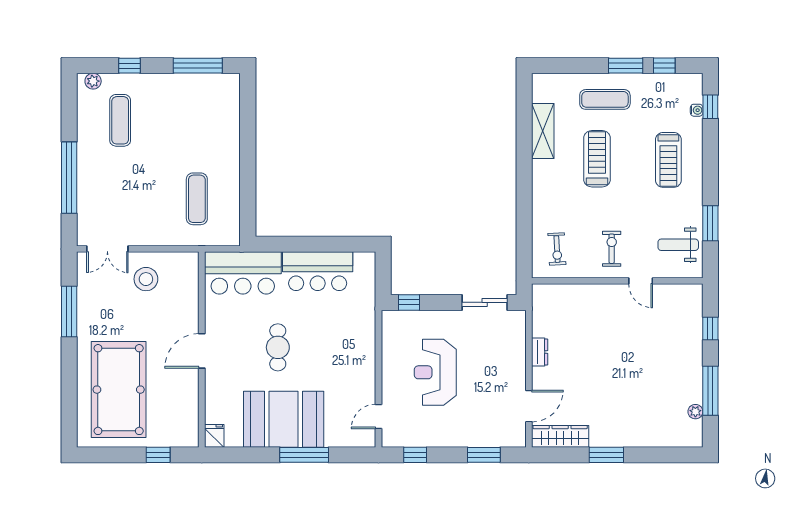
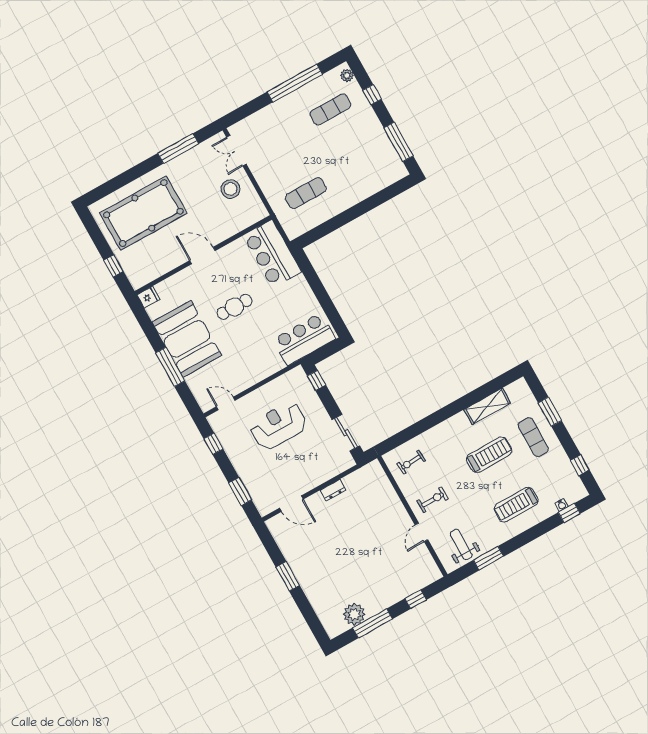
window: (626, 66) -> (550, 412), moved
window: (69, 178) -> (295, 83), moved
bar counter: (318, 271) -> (304, 339), moved, turned 90
plant: (695, 412) -> (354, 614), width x1.88, depth x1.88
wardrobe: (560, 436) -> (283, 537), removed

